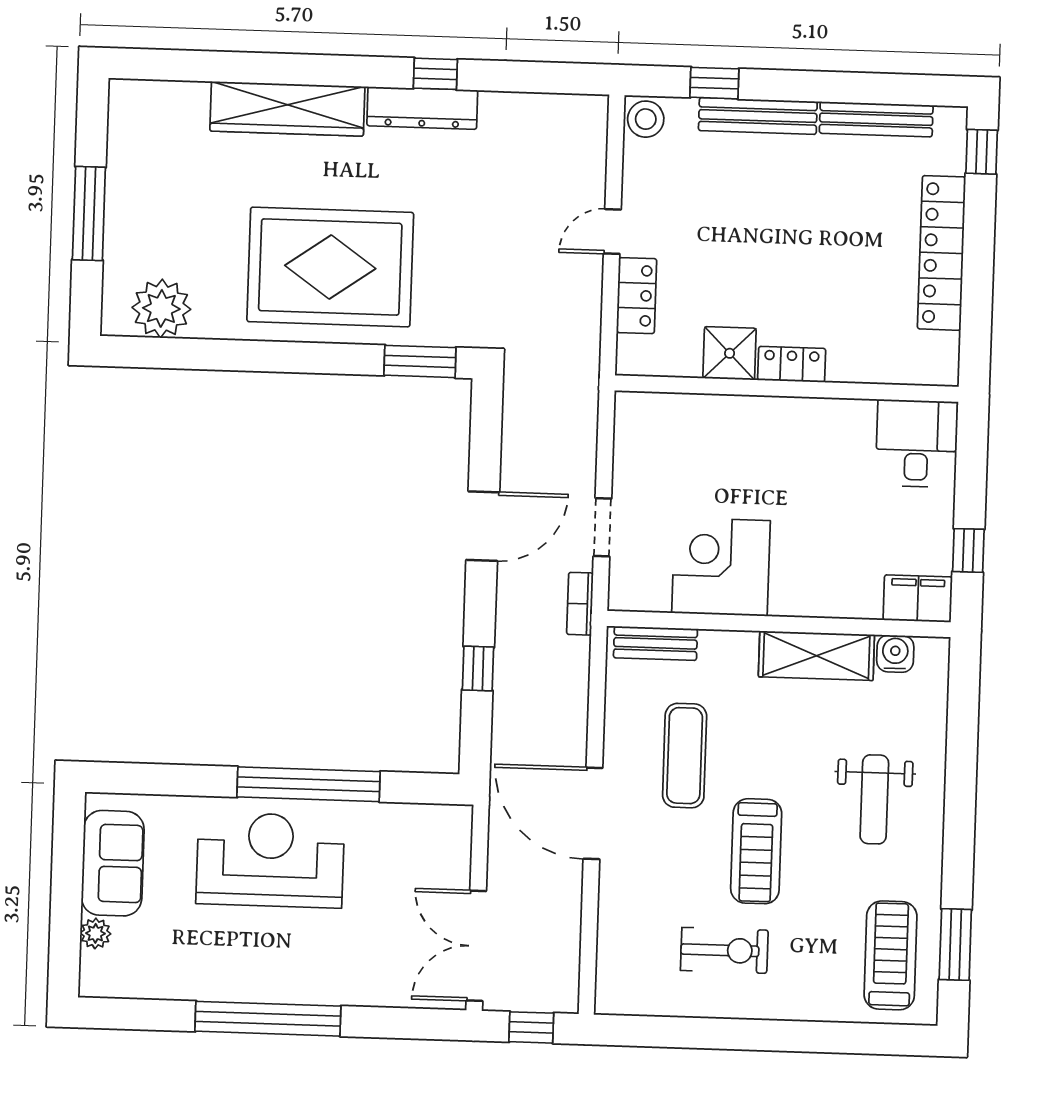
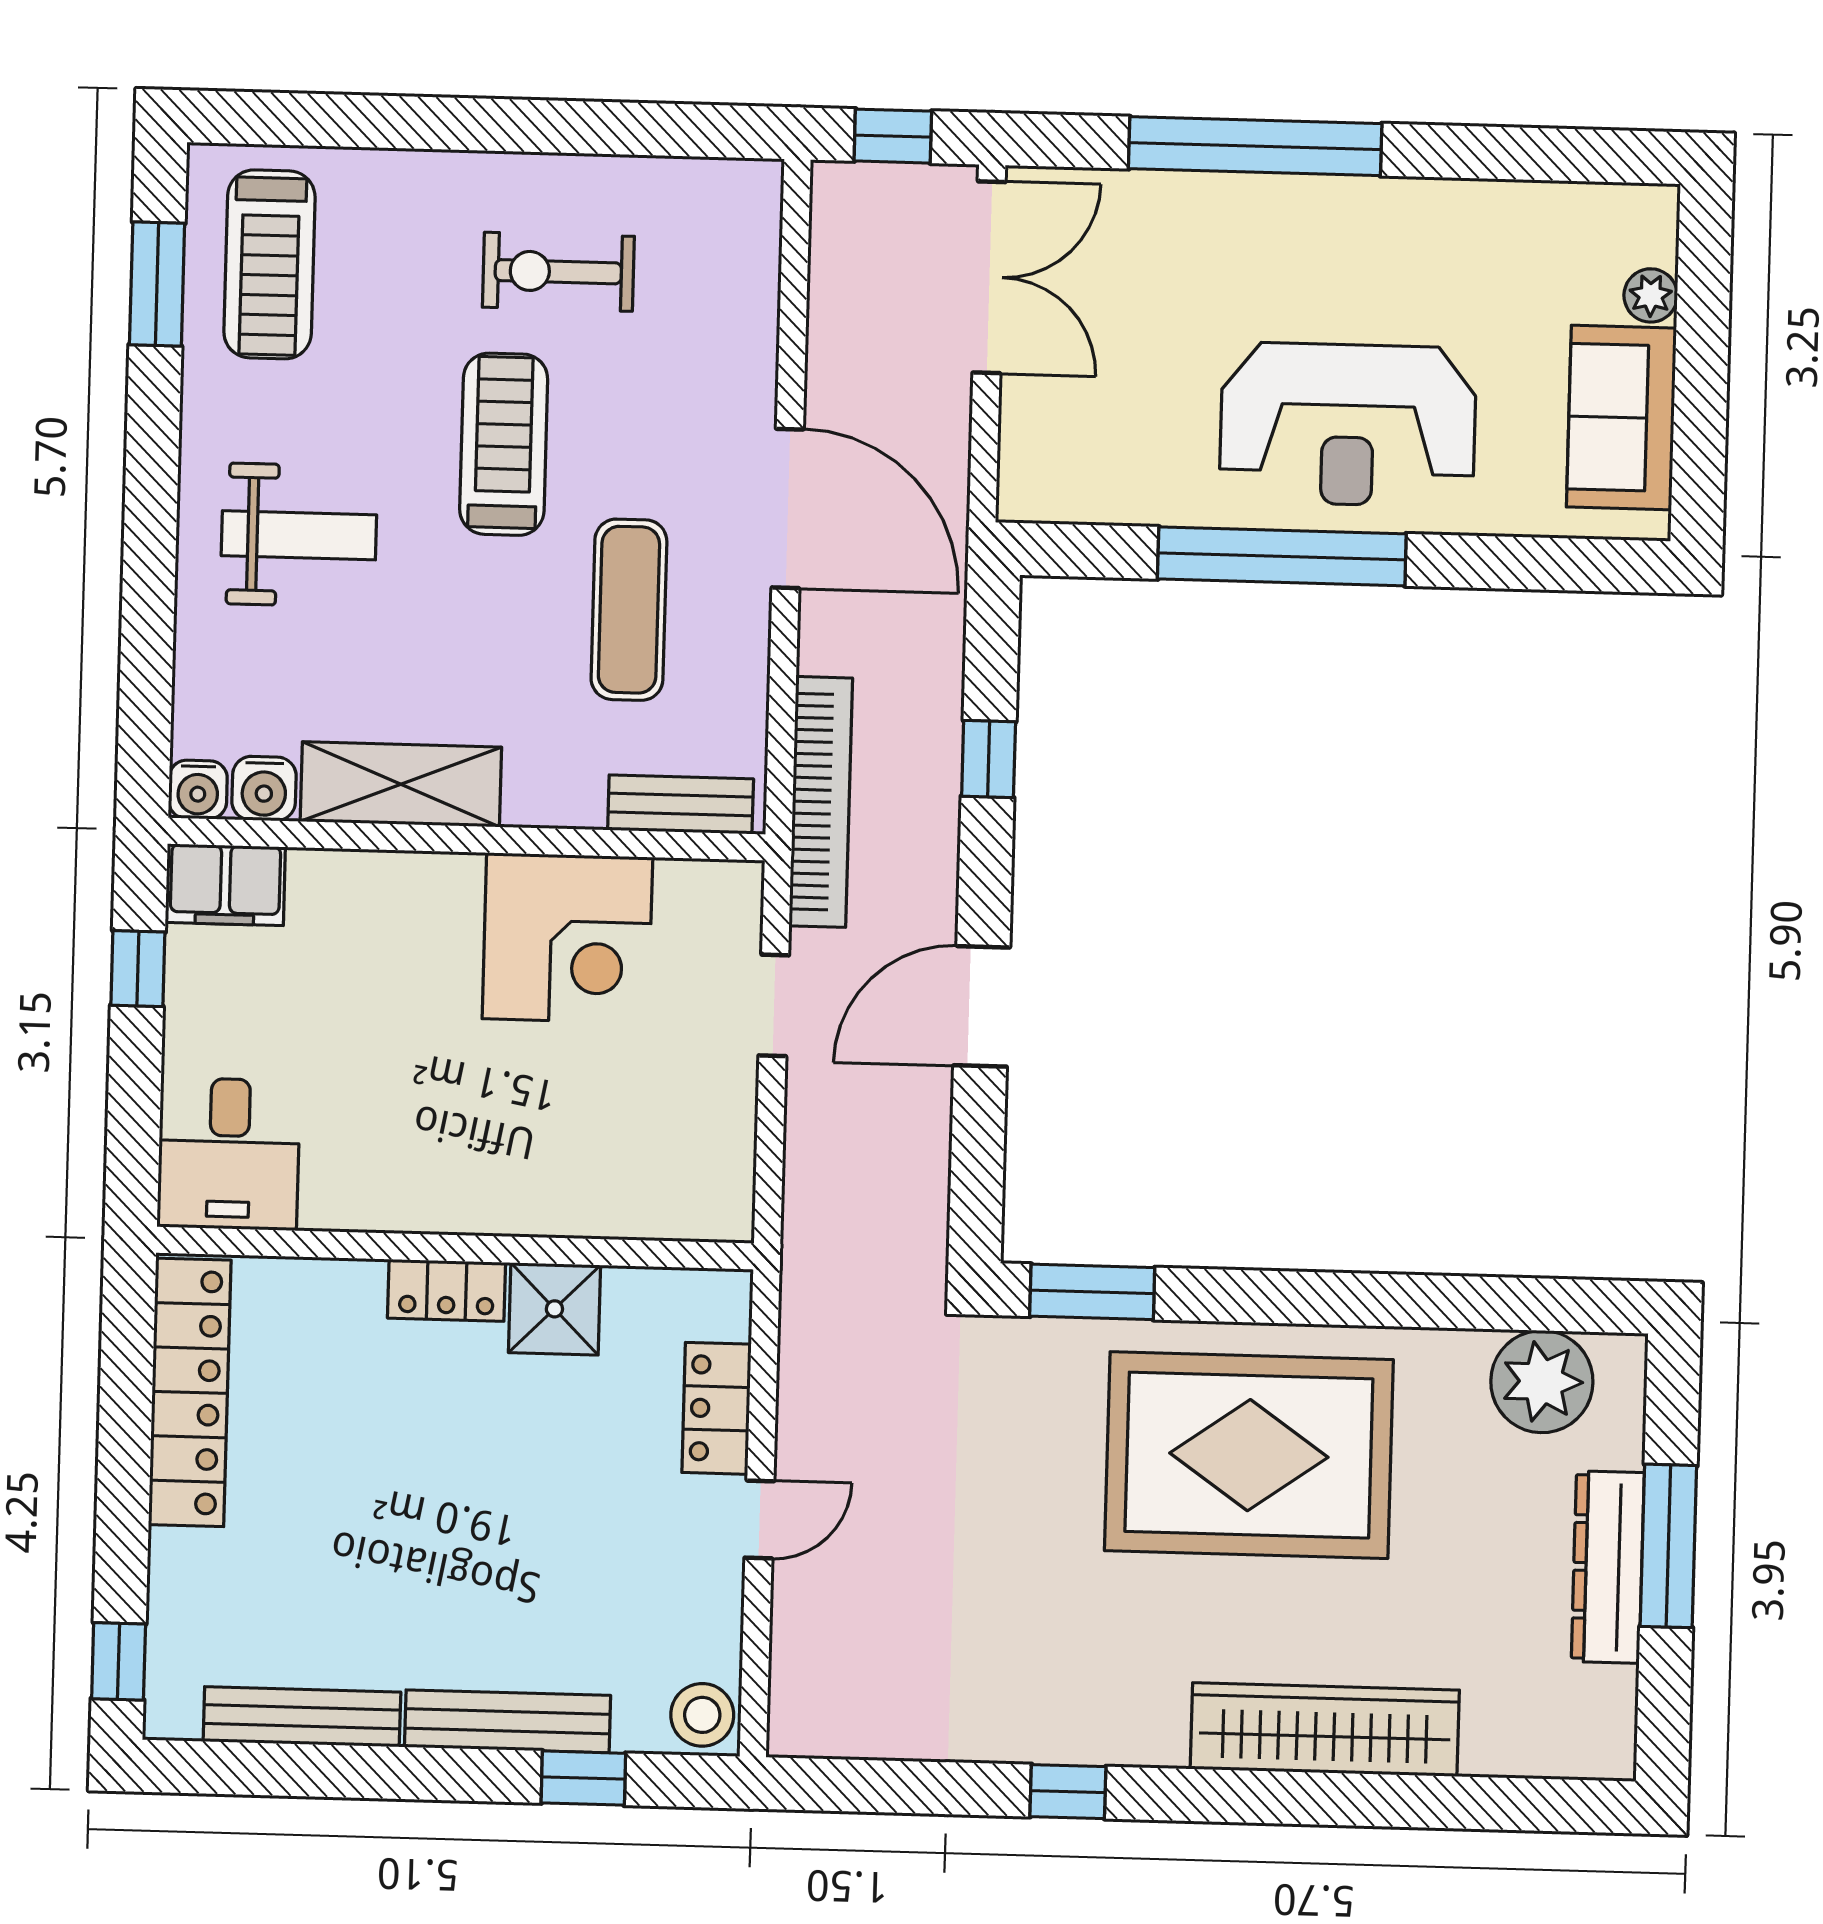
dresser: (422, 108) -> (1608, 1567), moved, turned -90
locker: (942, 253) -> (190, 1392), moved
bookcase: (580, 604) -> (821, 802), width x2.31, depth x1.31
water cooler: (933, 653) -> (198, 790), added
weight bench: (874, 799) -> (299, 535), turned 90
window: (268, 1019) -> (1255, 146), moved

